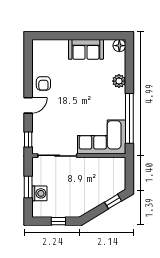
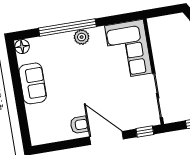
plant: (119, 81) -> (82, 37), moved
door: (28, 105) -> (106, 138), width x1.87
window: (129, 118) -> (67, 27), moved

